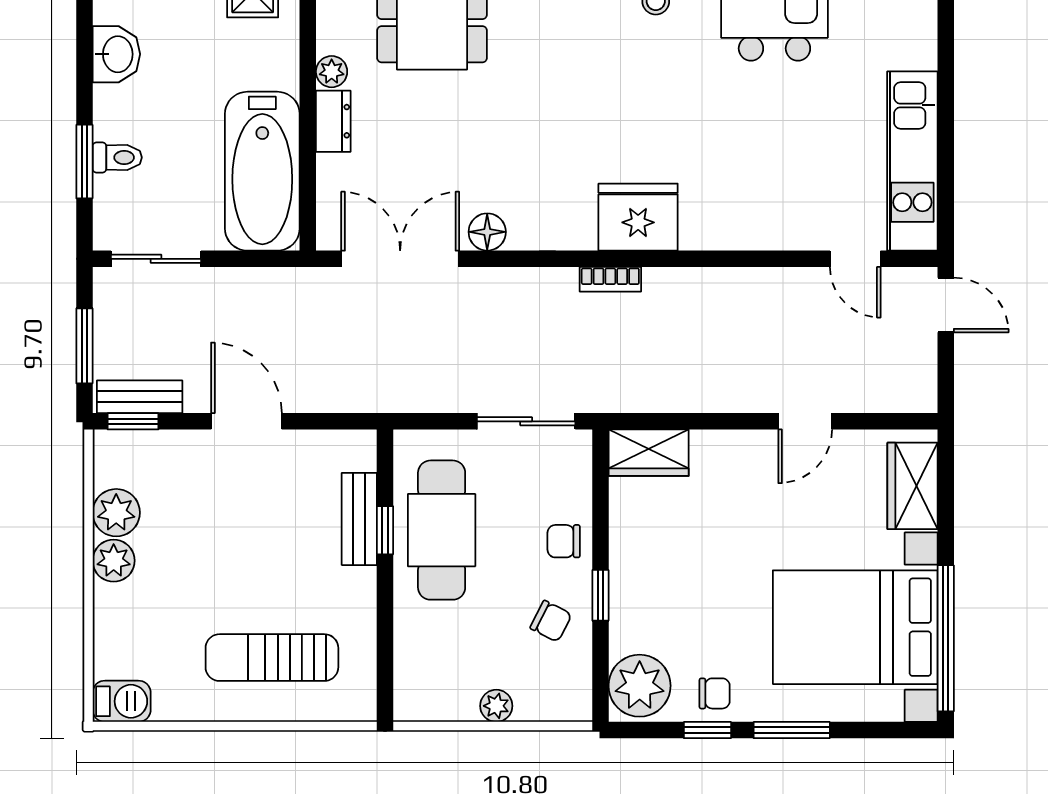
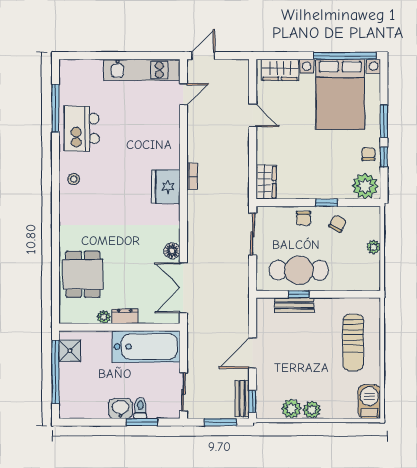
washbasin: (116, 54) -> (120, 409), moved
bookcase: (610, 279) -> (192, 176), moved
barbecue: (122, 701) -> (369, 402), width x1.38, depth x1.27

